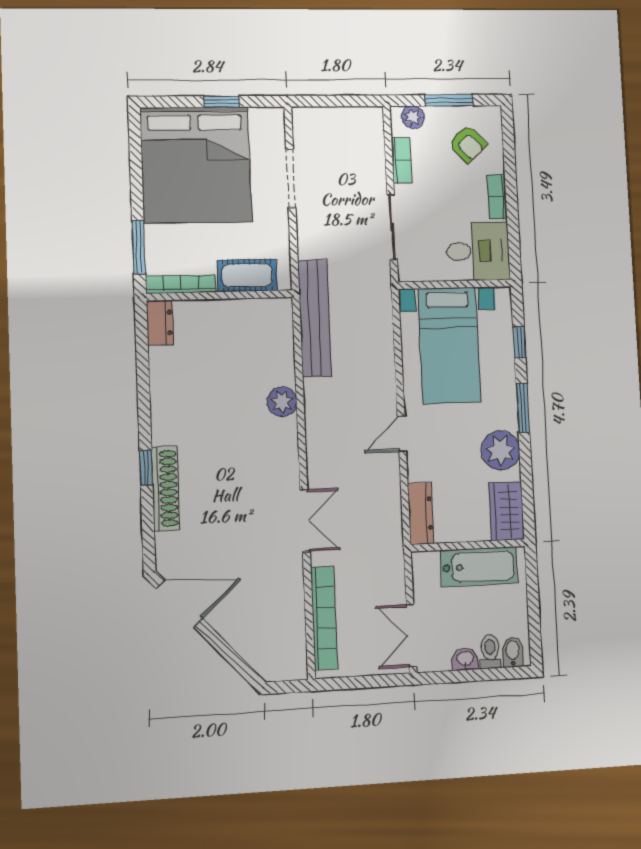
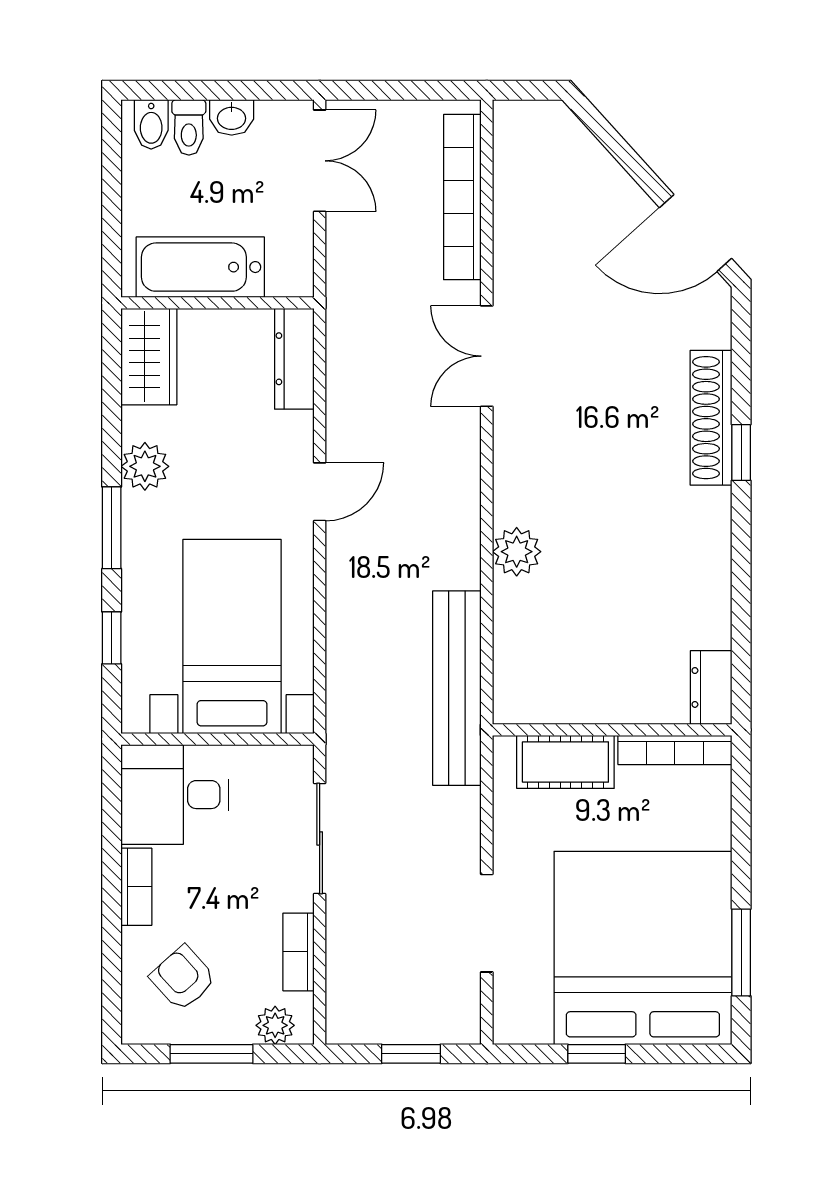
window: (332, 101) -> (411, 1054), added
window: (139, 247) -> (741, 952), moved
plant: (501, 450) -> (145, 466), width x0.73, depth x0.73

